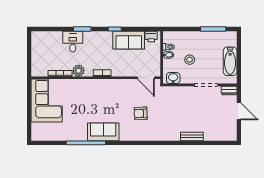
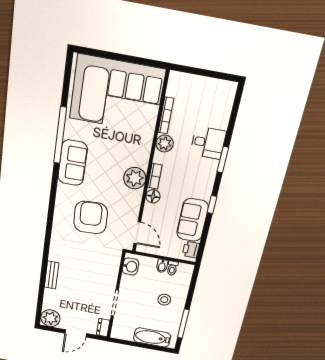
stool: (190, 60) -> (164, 300), moved
bathtub: (230, 61) -> (152, 337), moved
floor lamp: (117, 72) -> (153, 196), added
door: (146, 78) -> (137, 233), swing flipped
plant: (106, 87) -> (135, 178), added
corner sofa: (47, 101) -> (117, 94), width x1.36, depth x1.36
armchair: (141, 113) -> (91, 218), width x1.88, depth x1.88
plant: (229, 133) -> (50, 318), added

